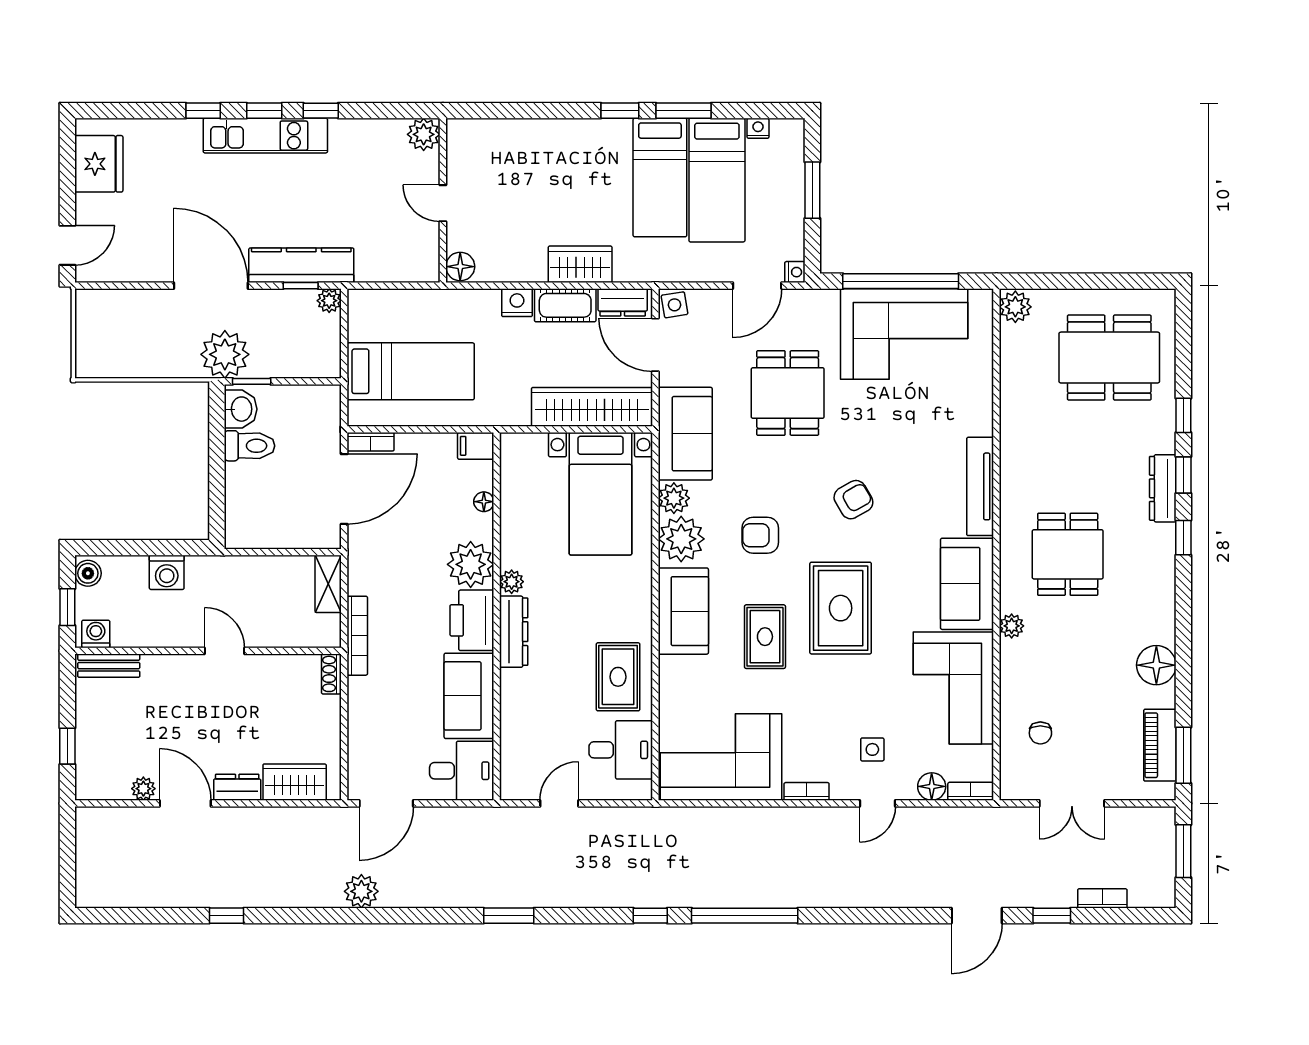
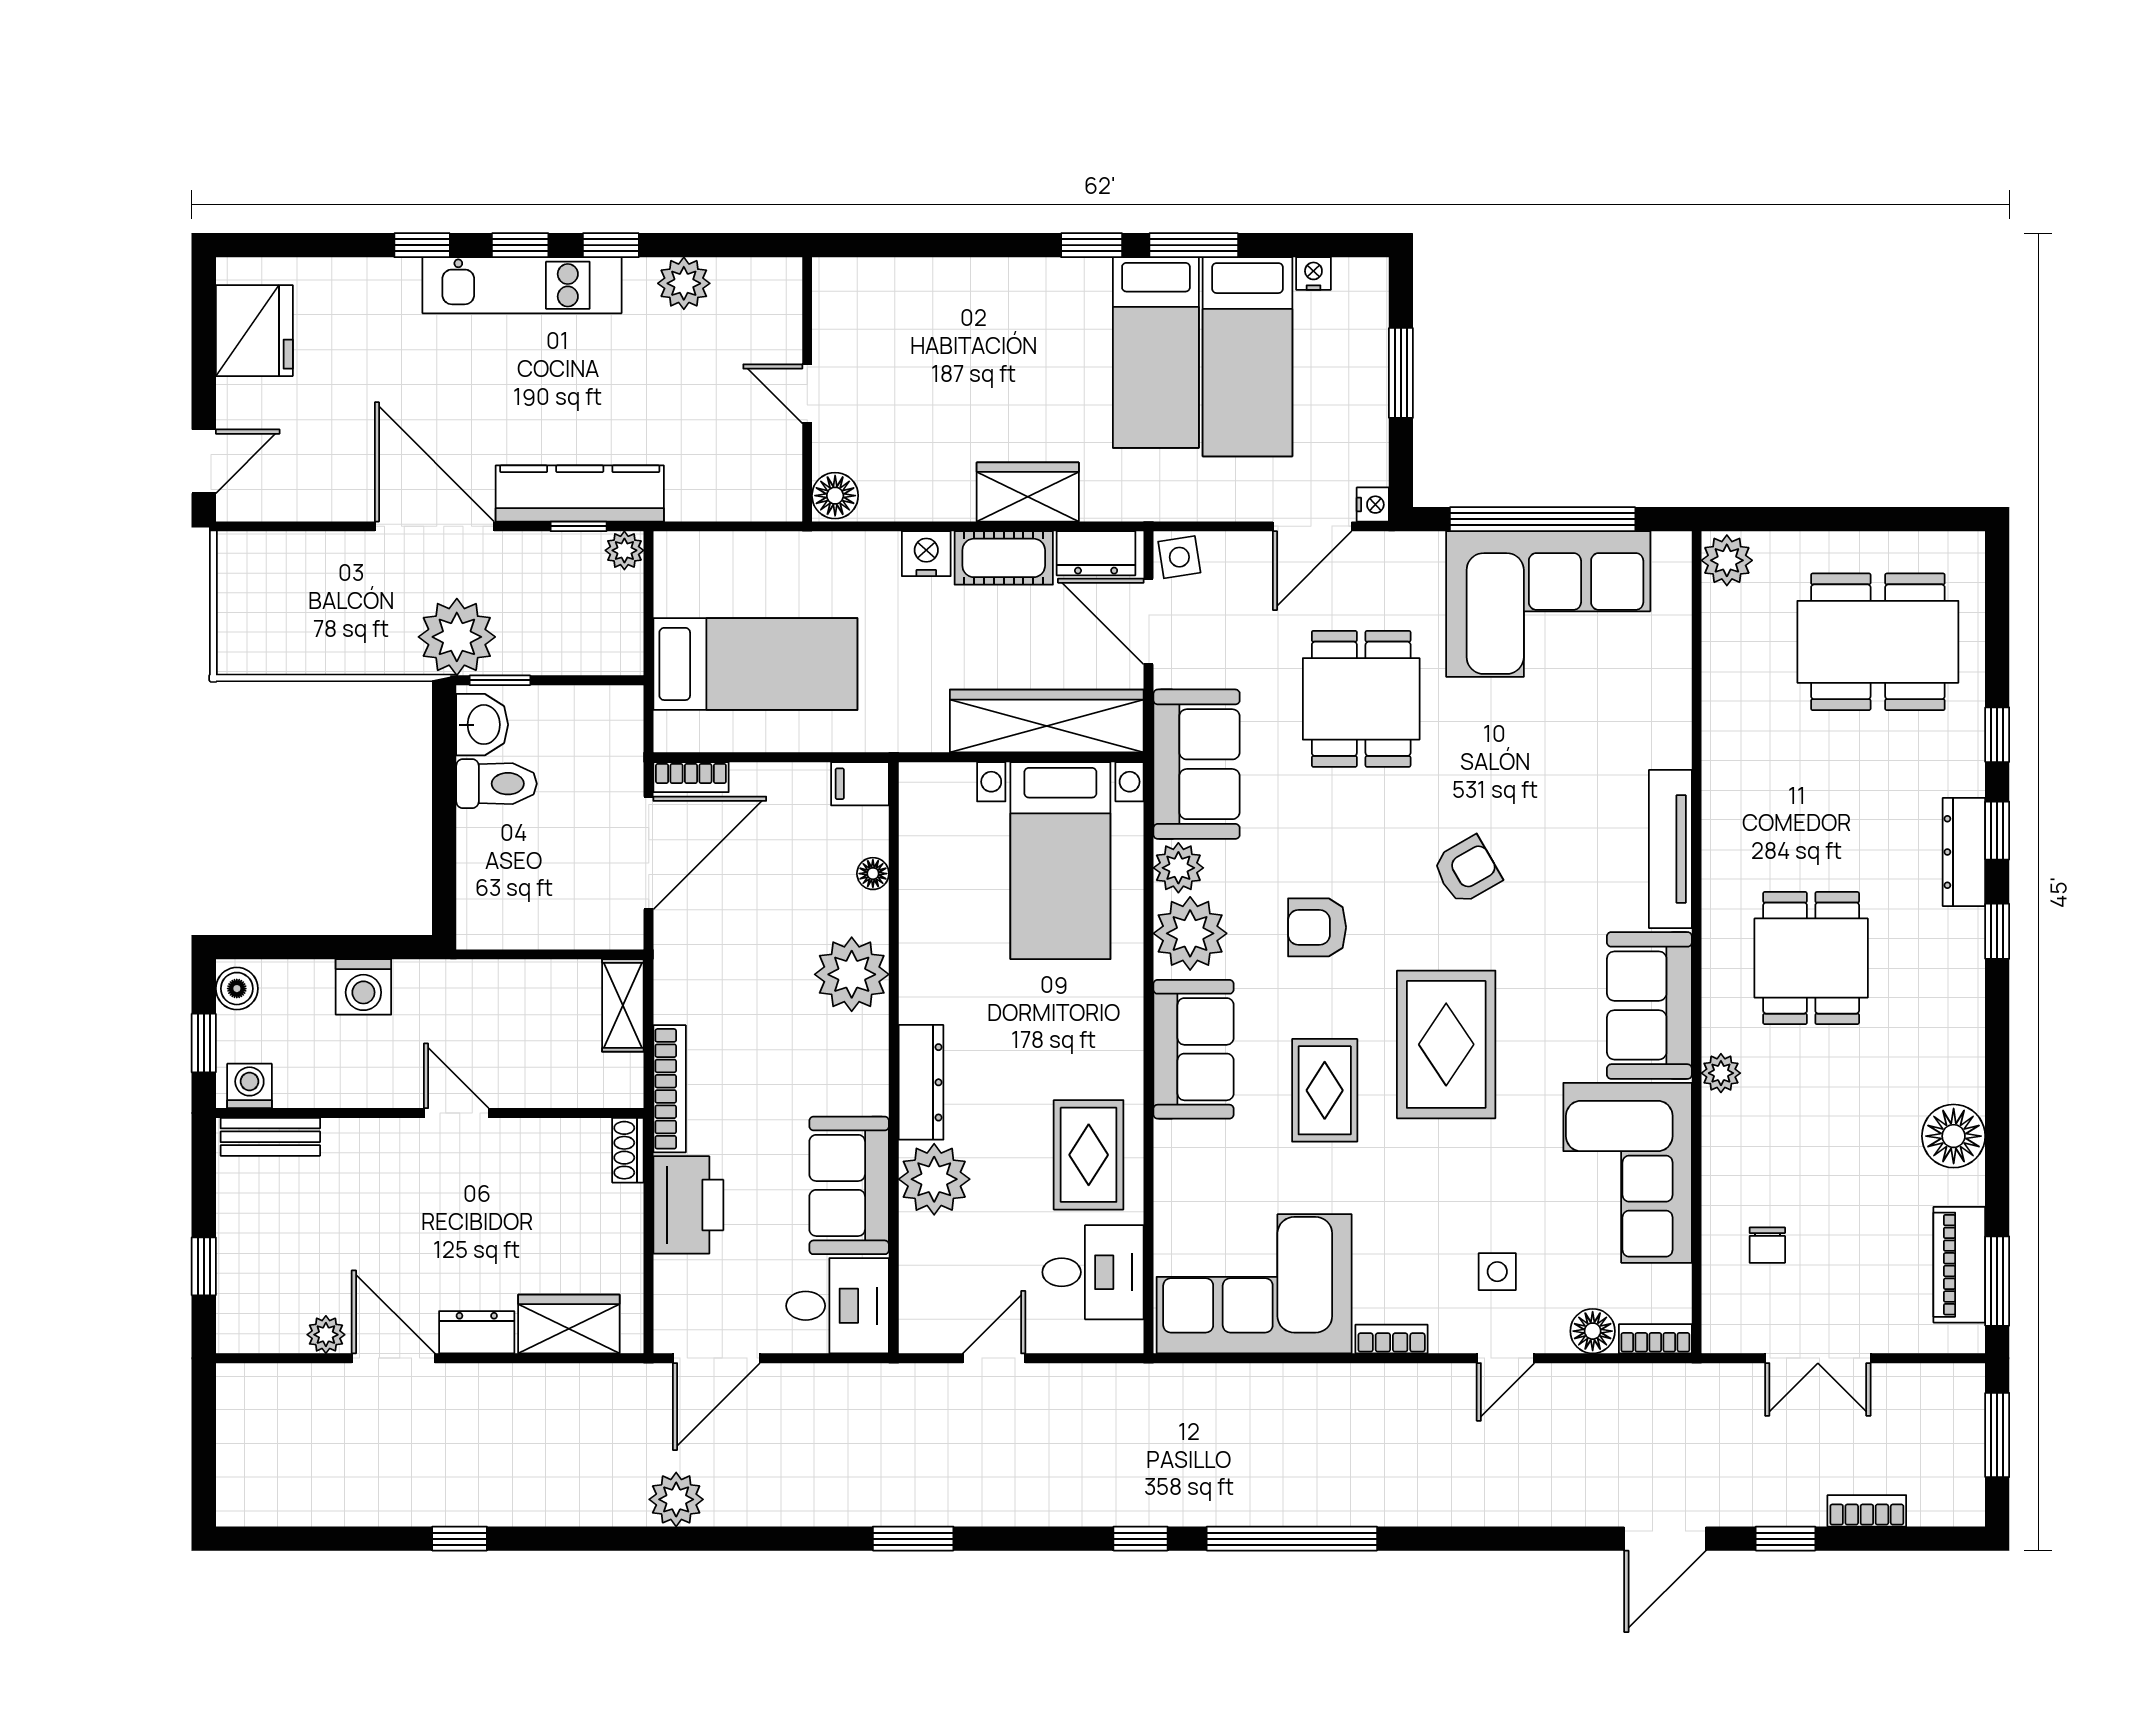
plant: (424, 134) -> (684, 283), moved
plant: (512, 582) -> (934, 1179), moved, width x1.88, depth x1.88
printer: (472, 620) -> (688, 1205), moved, turned 180

